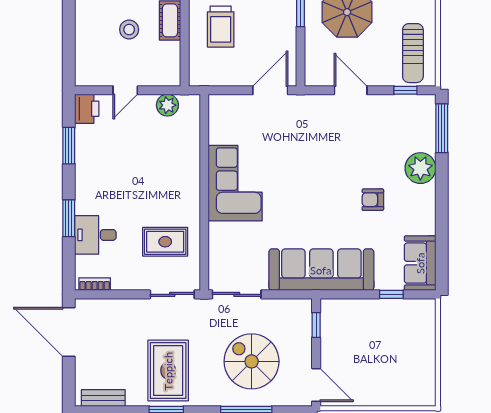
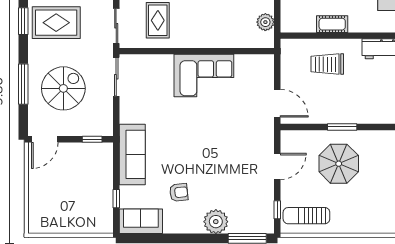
armchair: (373, 200) -> (179, 192), moved, turned 84
sofa: (321, 270) -> (132, 154), width x0.74, depth x0.79

